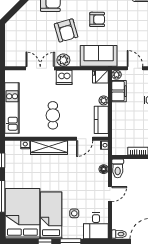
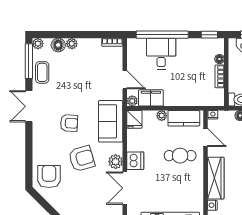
armchair: (97, 19) -> (69, 123), turned 93
door: (135, 68) -> (125, 80), swing flipped
cafe table: (53, 115) -> (180, 156), moved

